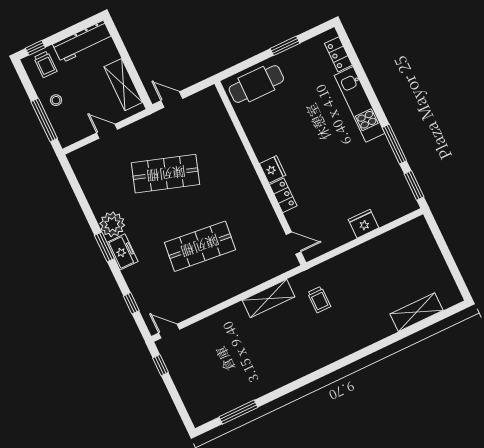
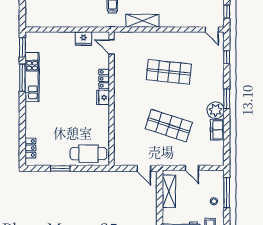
kitchen unit: (360, 104) -> (32, 77), moved
fridge: (364, 224) -> (84, 39), moved
freezer: (122, 252) -> (217, 130), moved

